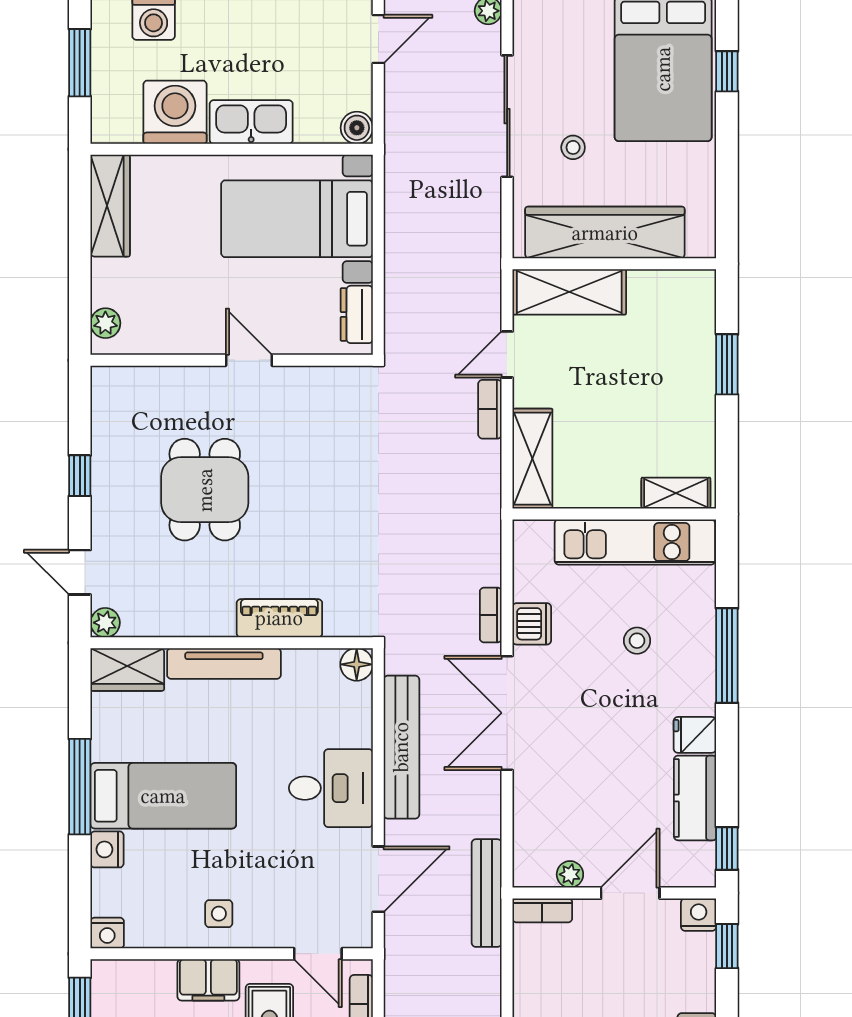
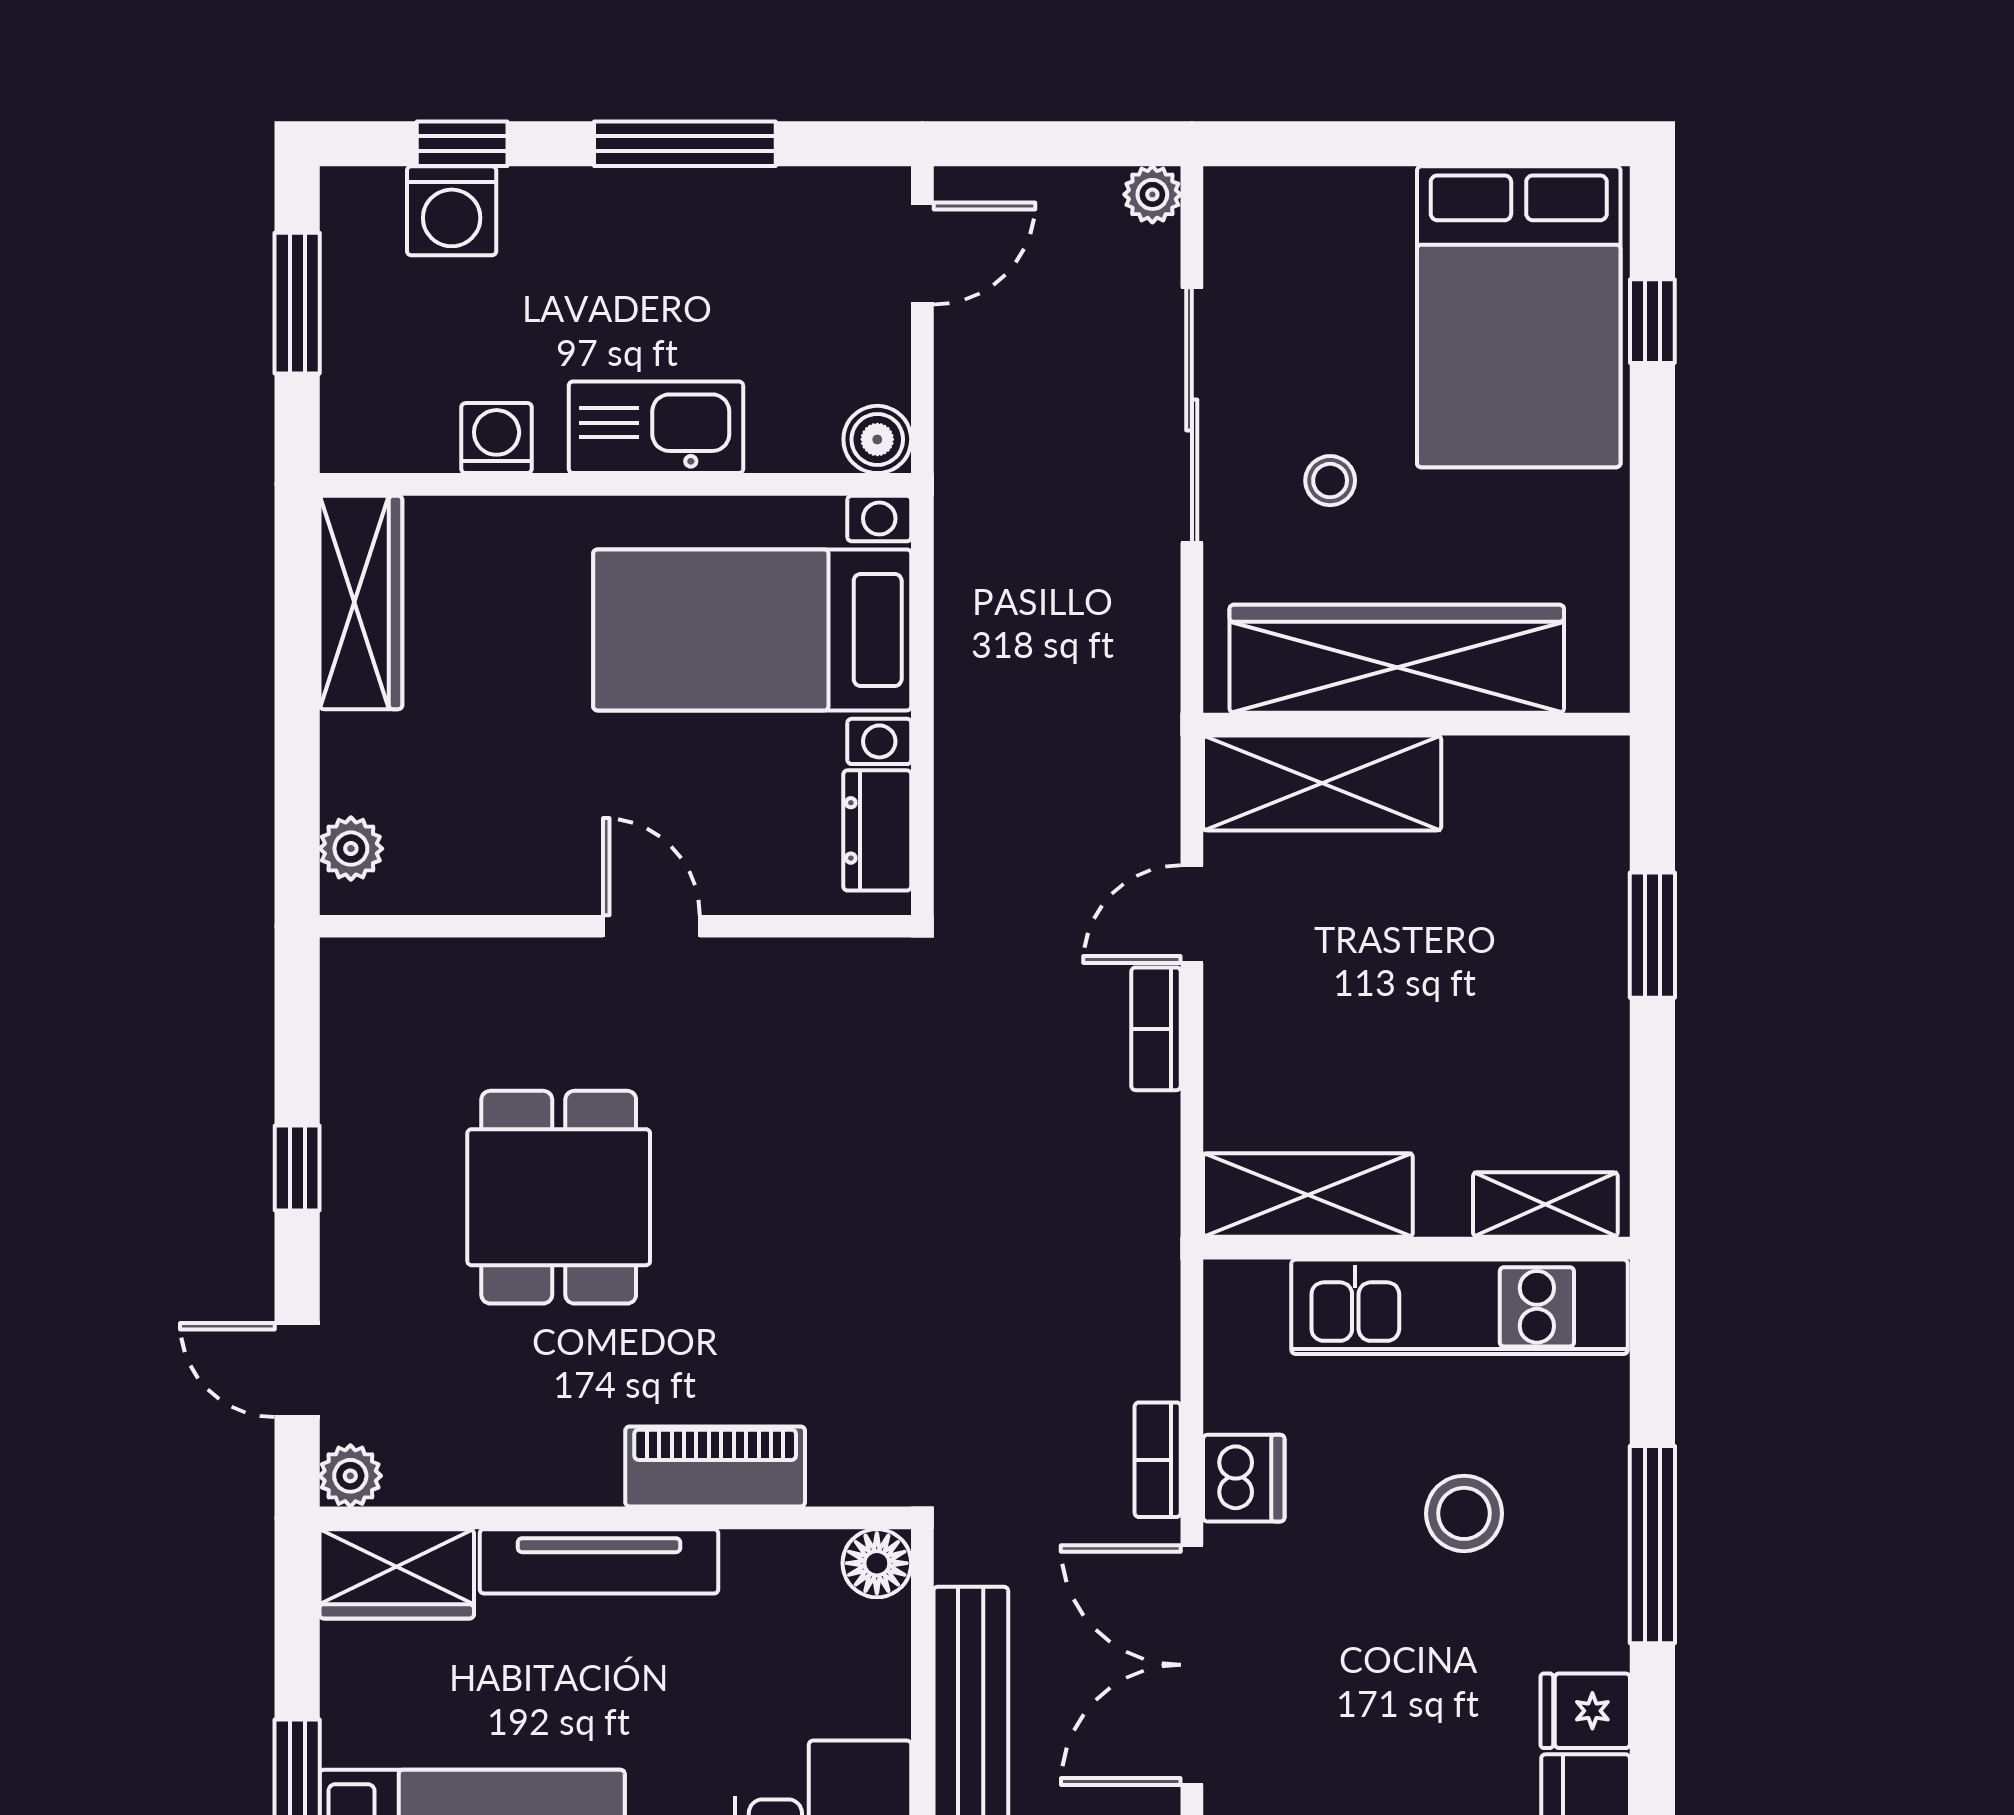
washing machine: (175, 112) -> (497, 438), width x0.53, depth x0.53
shelving: (532, 459) -> (1308, 1195), moved, turned 90
stool: (637, 641) -> (1464, 1513), width x1.37, depth x1.37

